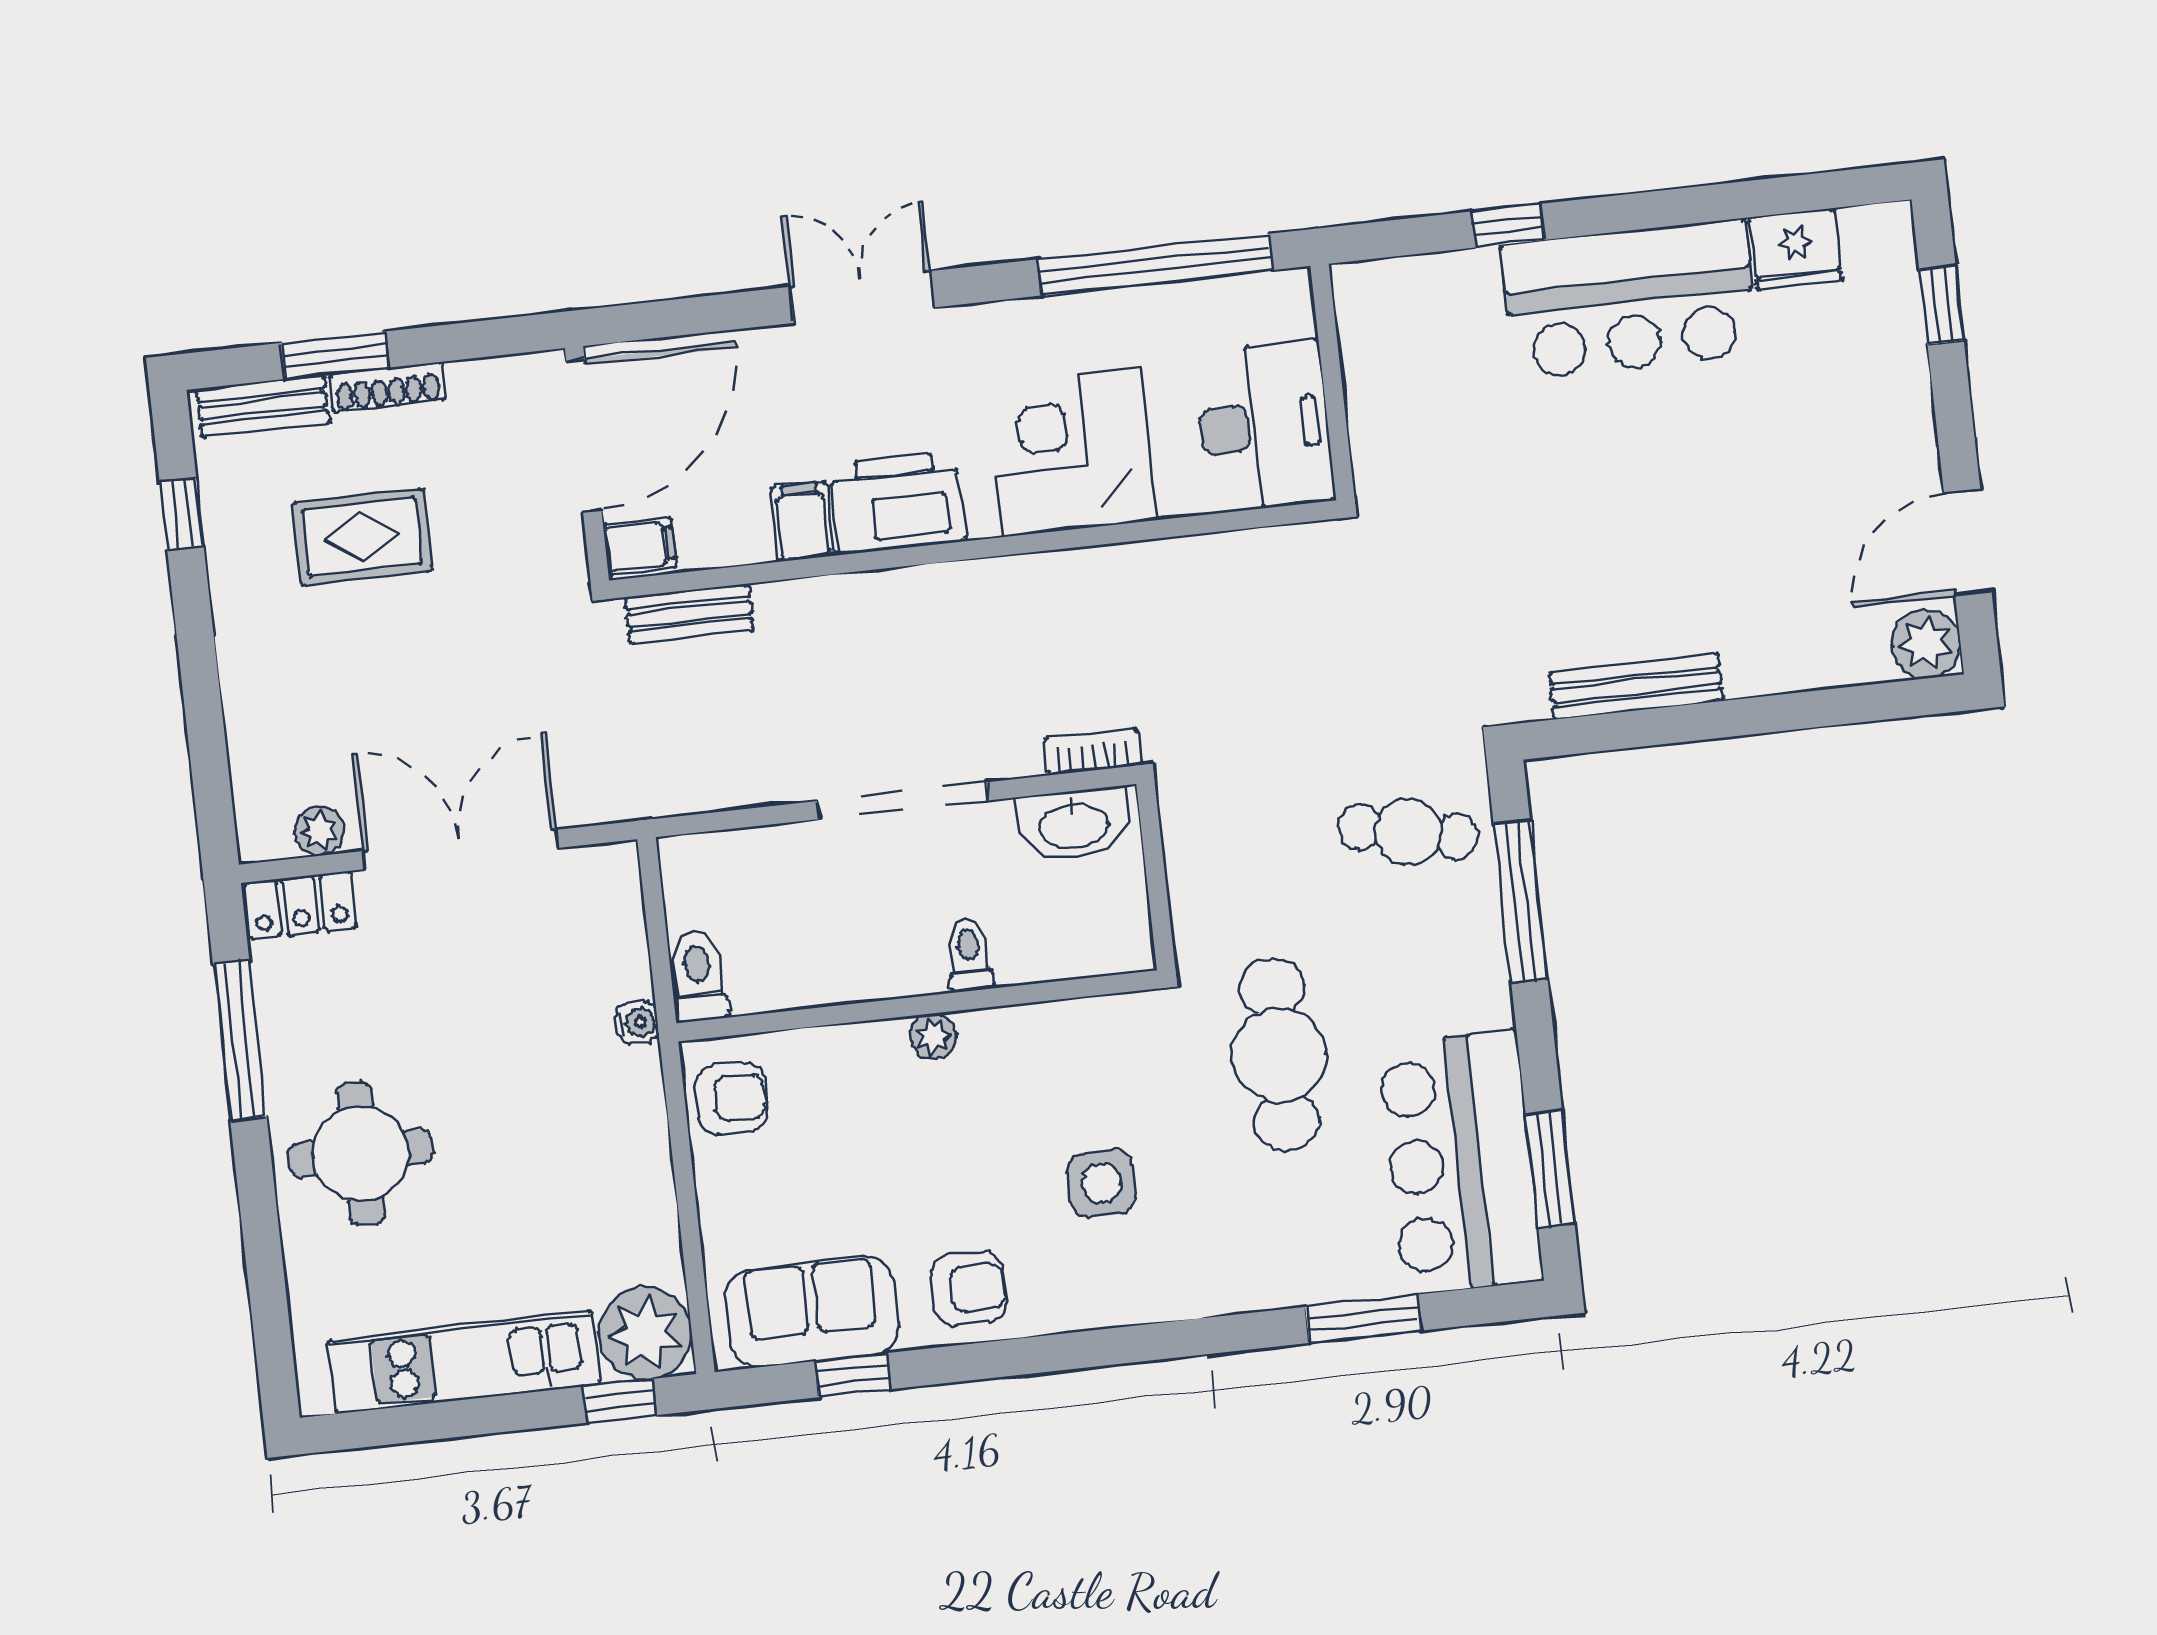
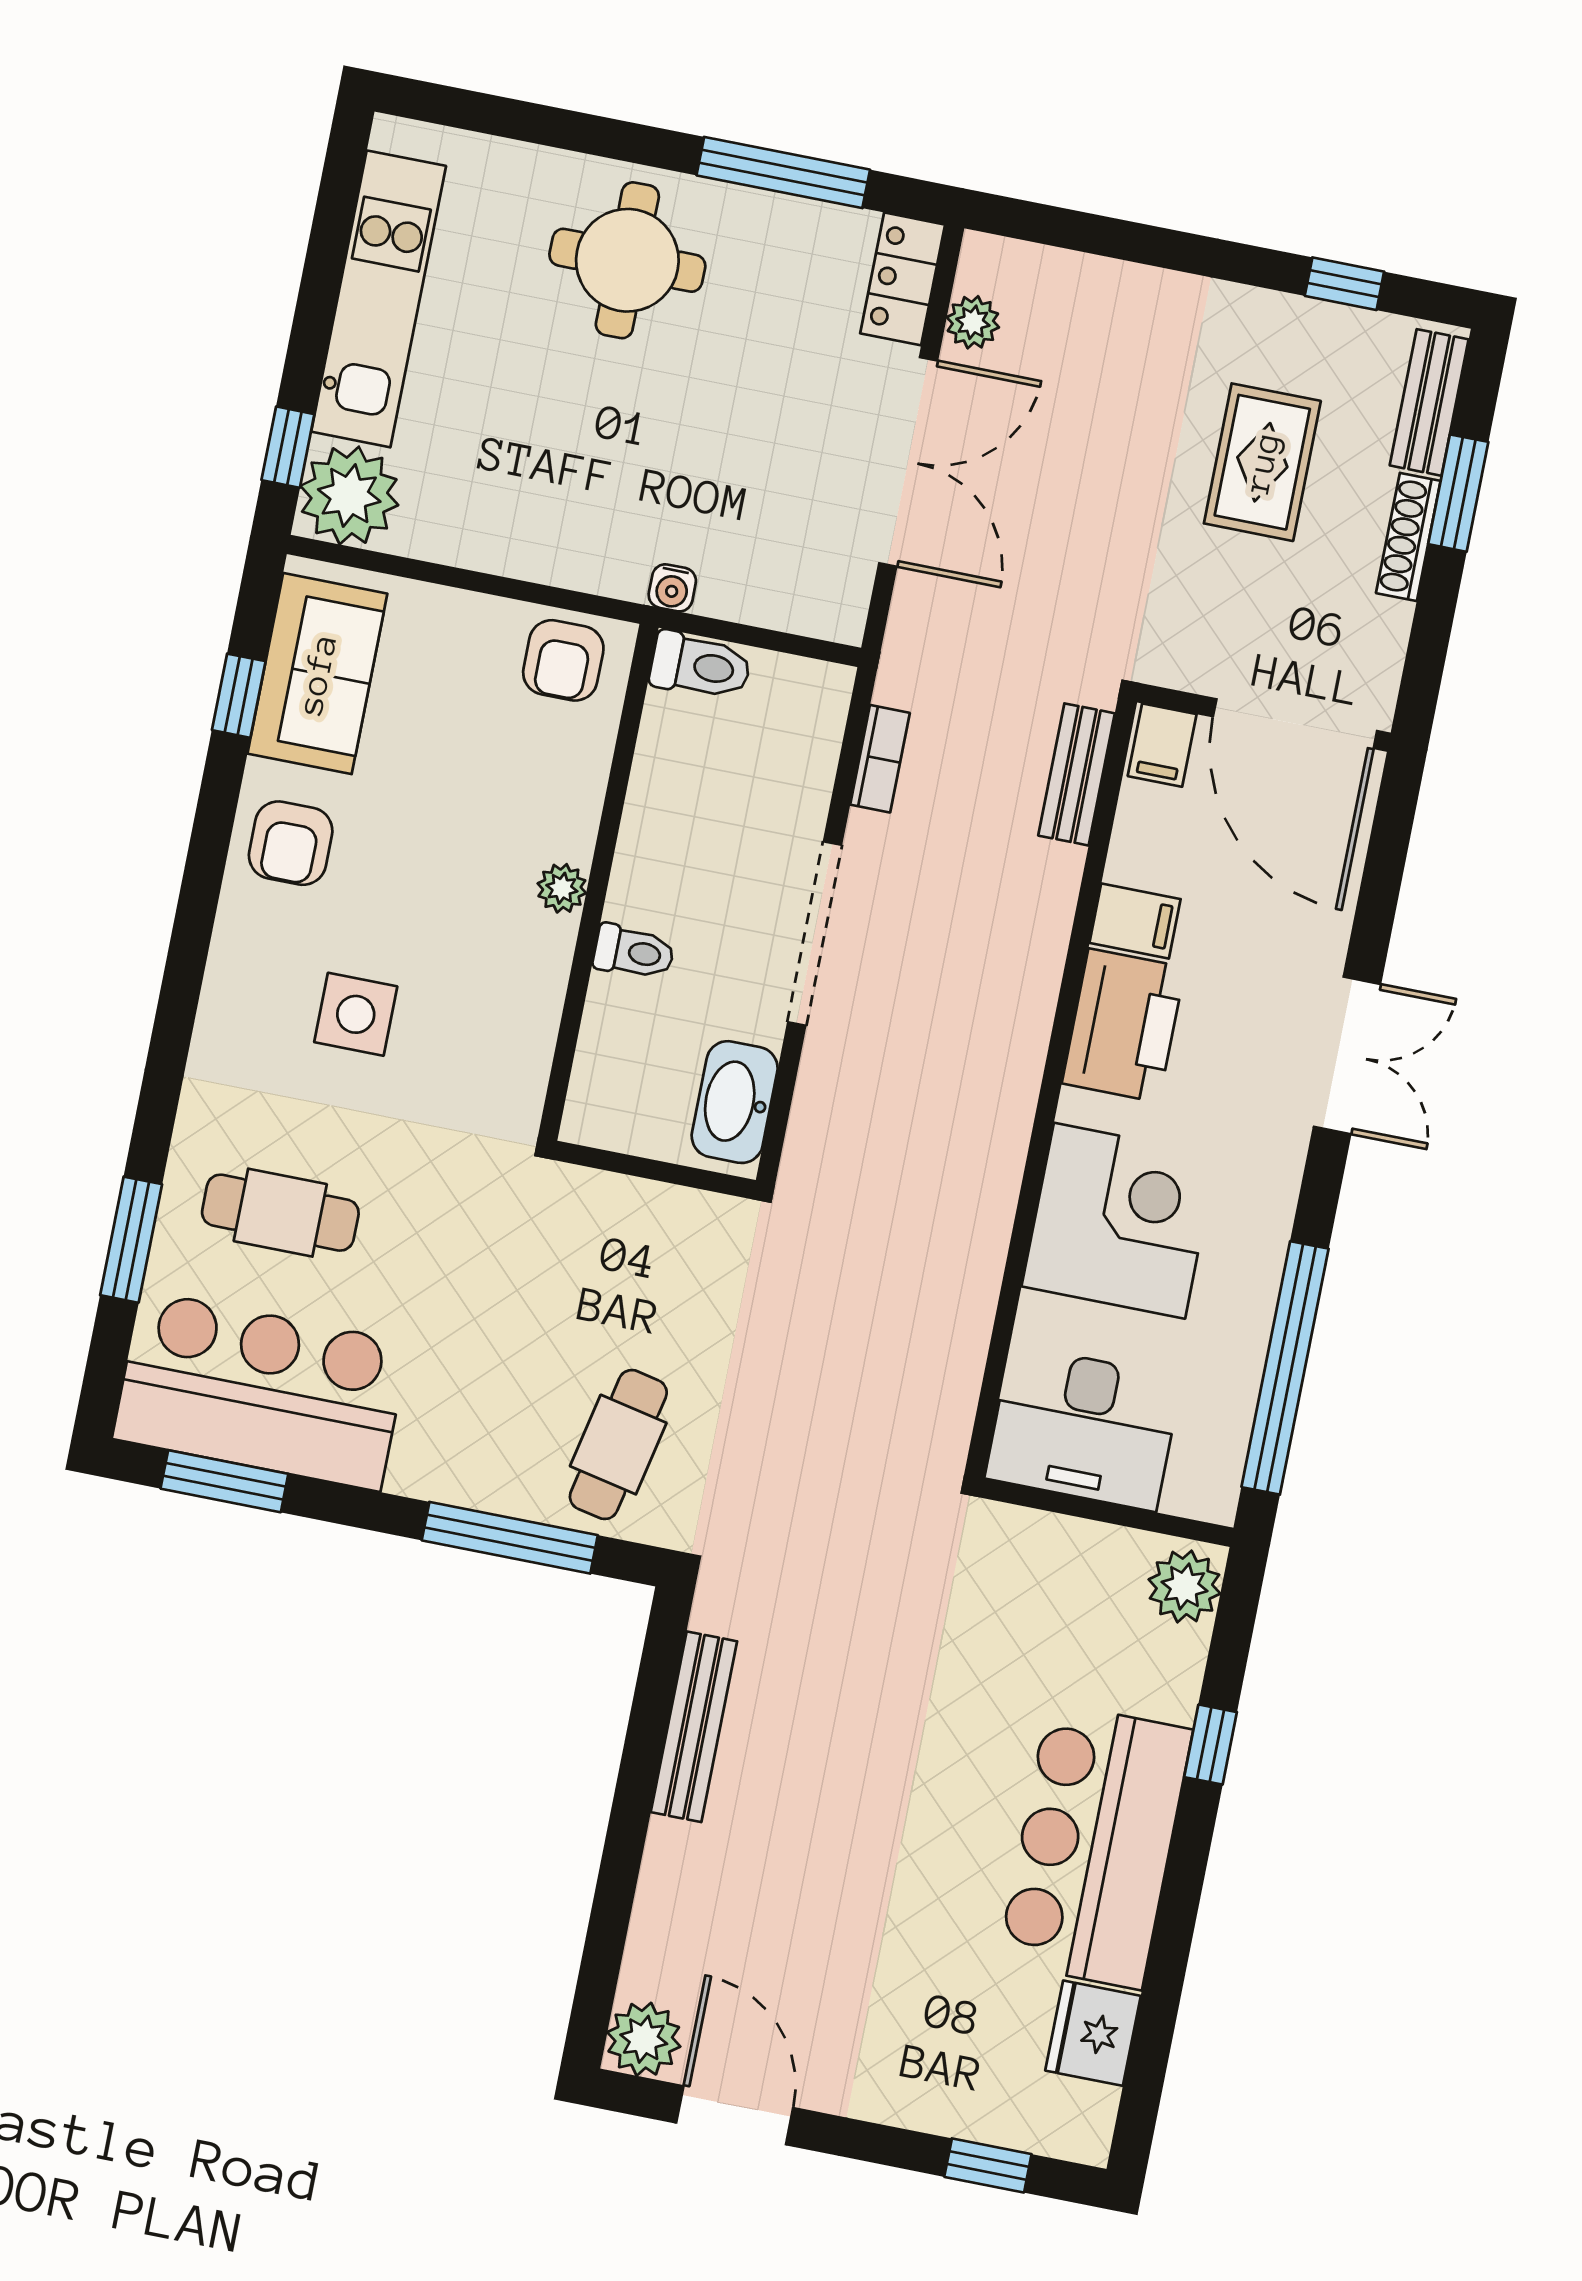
plant: (1376, 293) -> (1184, 1586), added
bookcase: (1093, 752) -> (880, 759), moved
cafe table: (1279, 1055) -> (280, 1213), moved, width x0.73, depth x0.74

